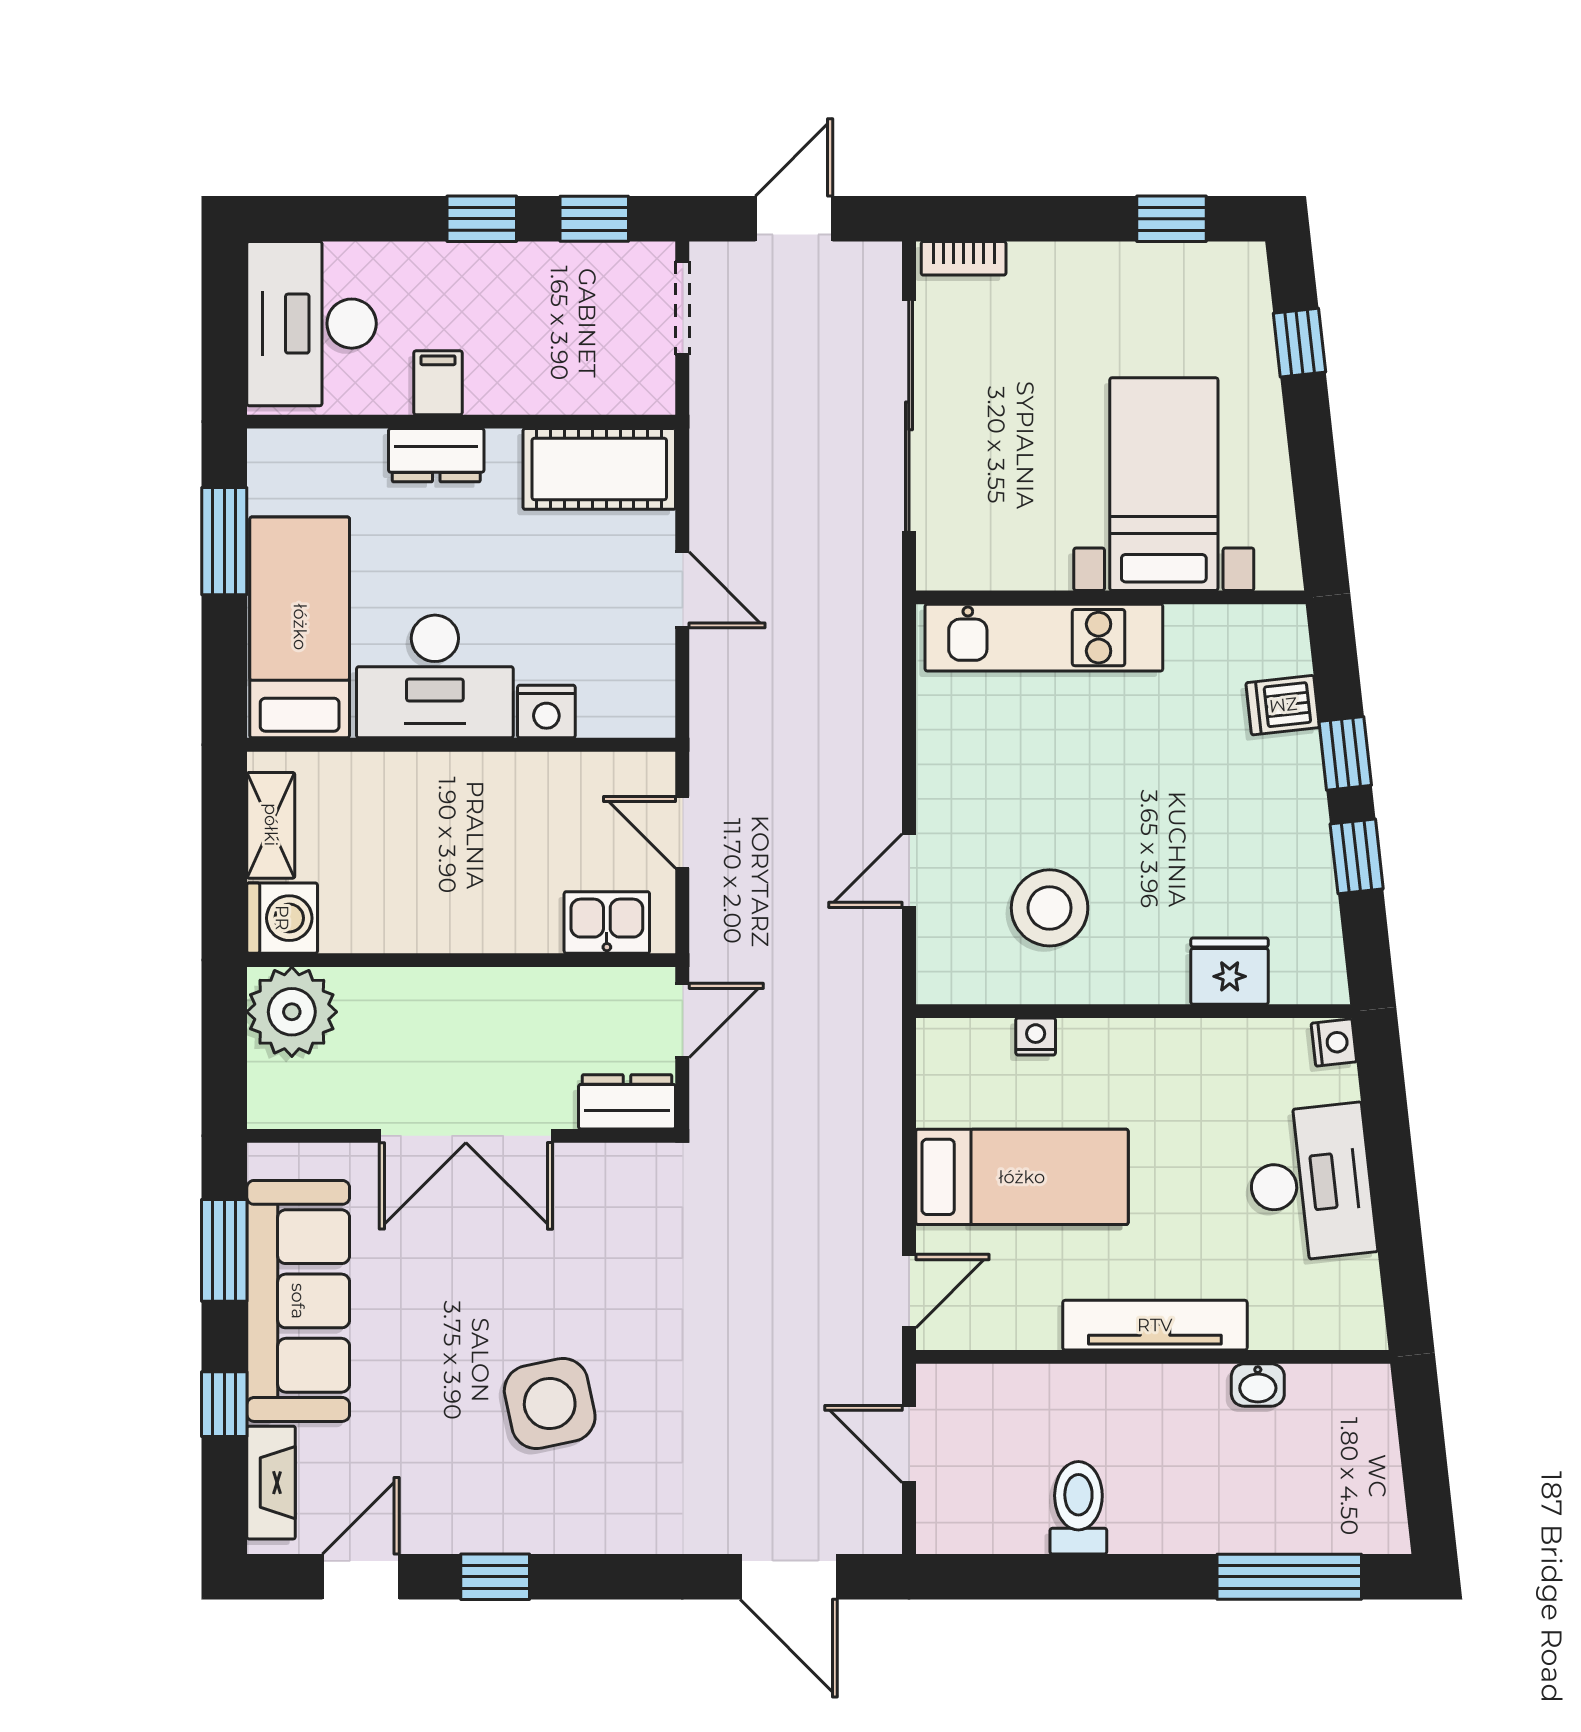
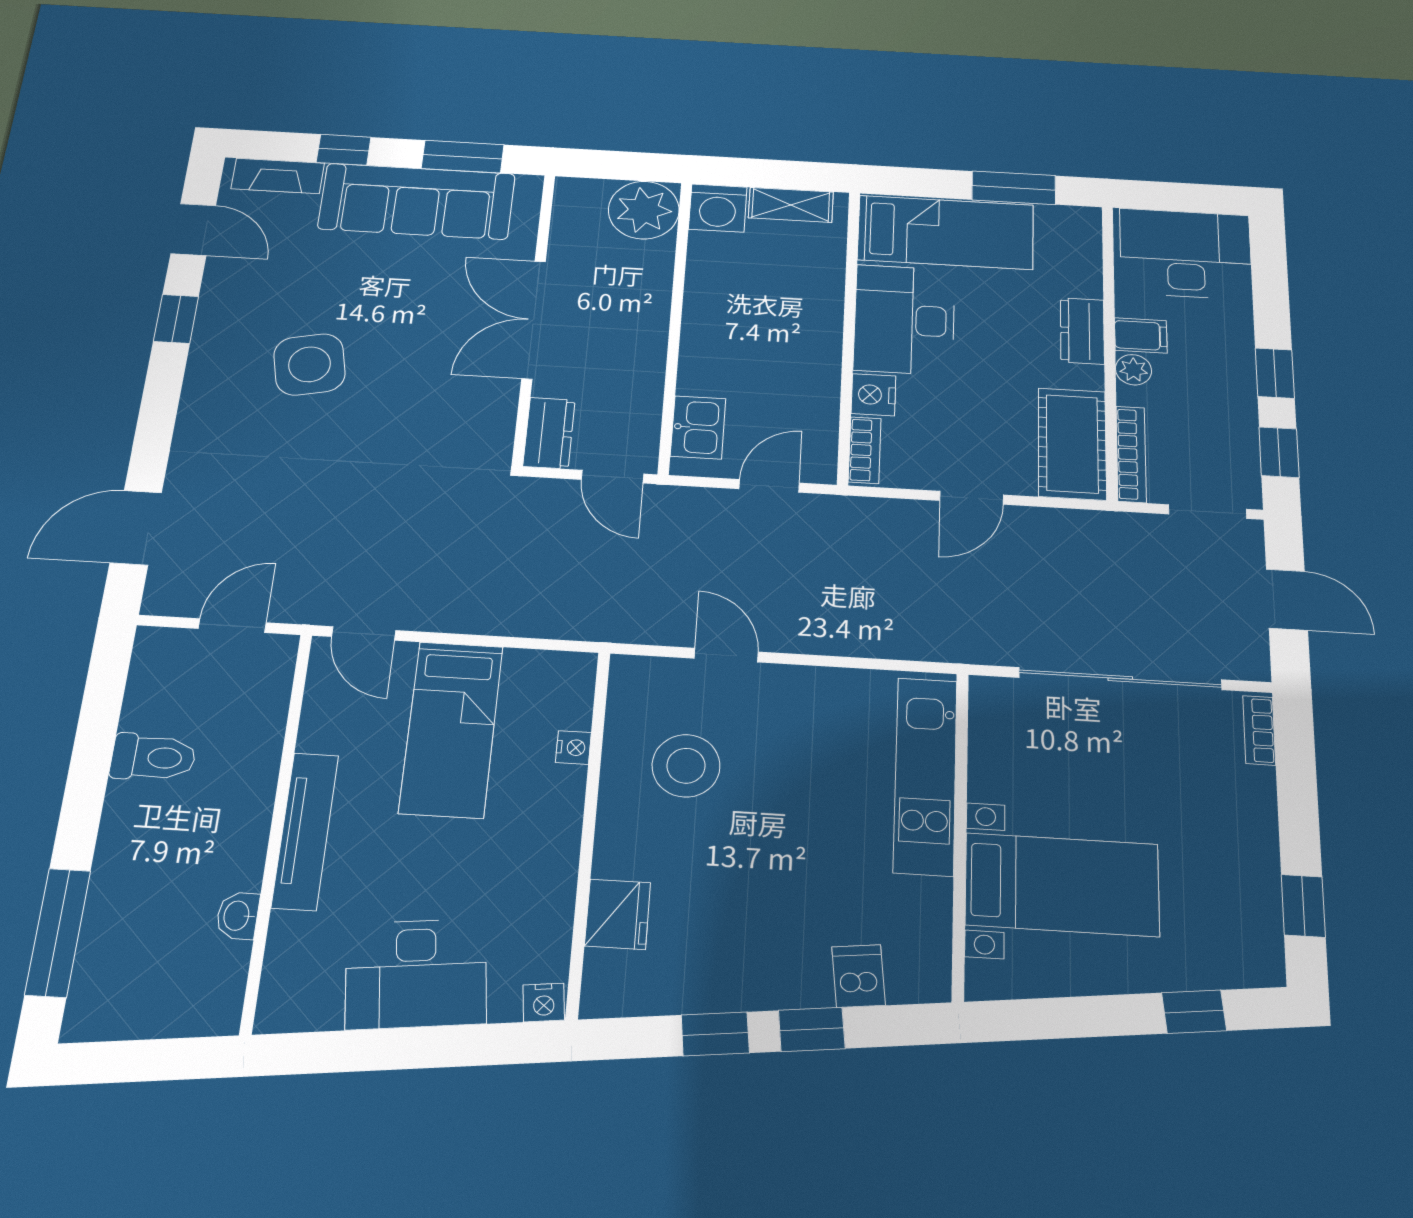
plant: (489, 393) -> (1133, 370), added
bookcase: (609, 398) -> (1131, 454), added
bookcase: (625, 720) -> (865, 450), added

